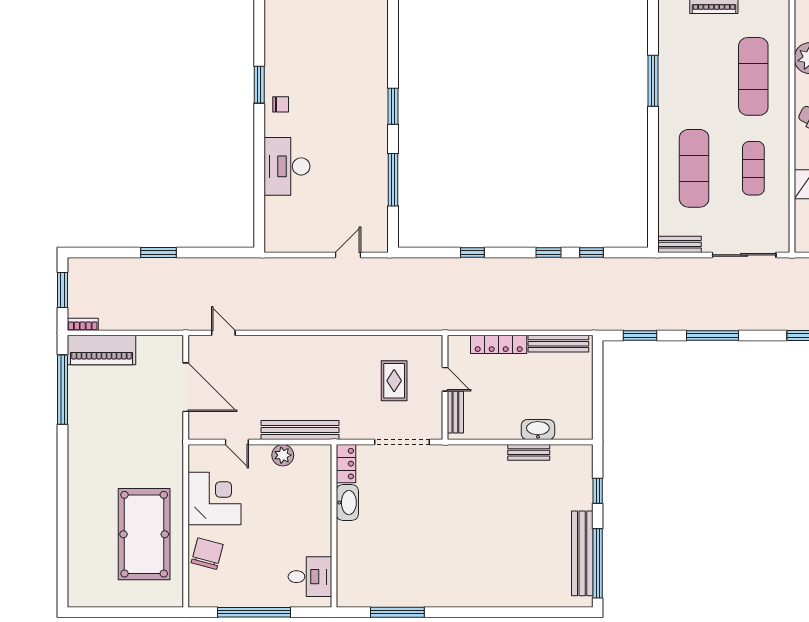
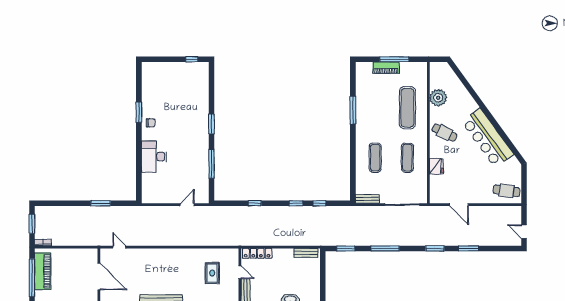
exercise mat: (694, 168) -> (375, 158), width x0.73, depth x0.69
window: (158, 252) -> (101, 203), moved
locker: (499, 344) -> (257, 253), moved
bench: (558, 344) -> (306, 253), width x0.73
piano: (102, 350) -> (43, 271), moved, turned -90

